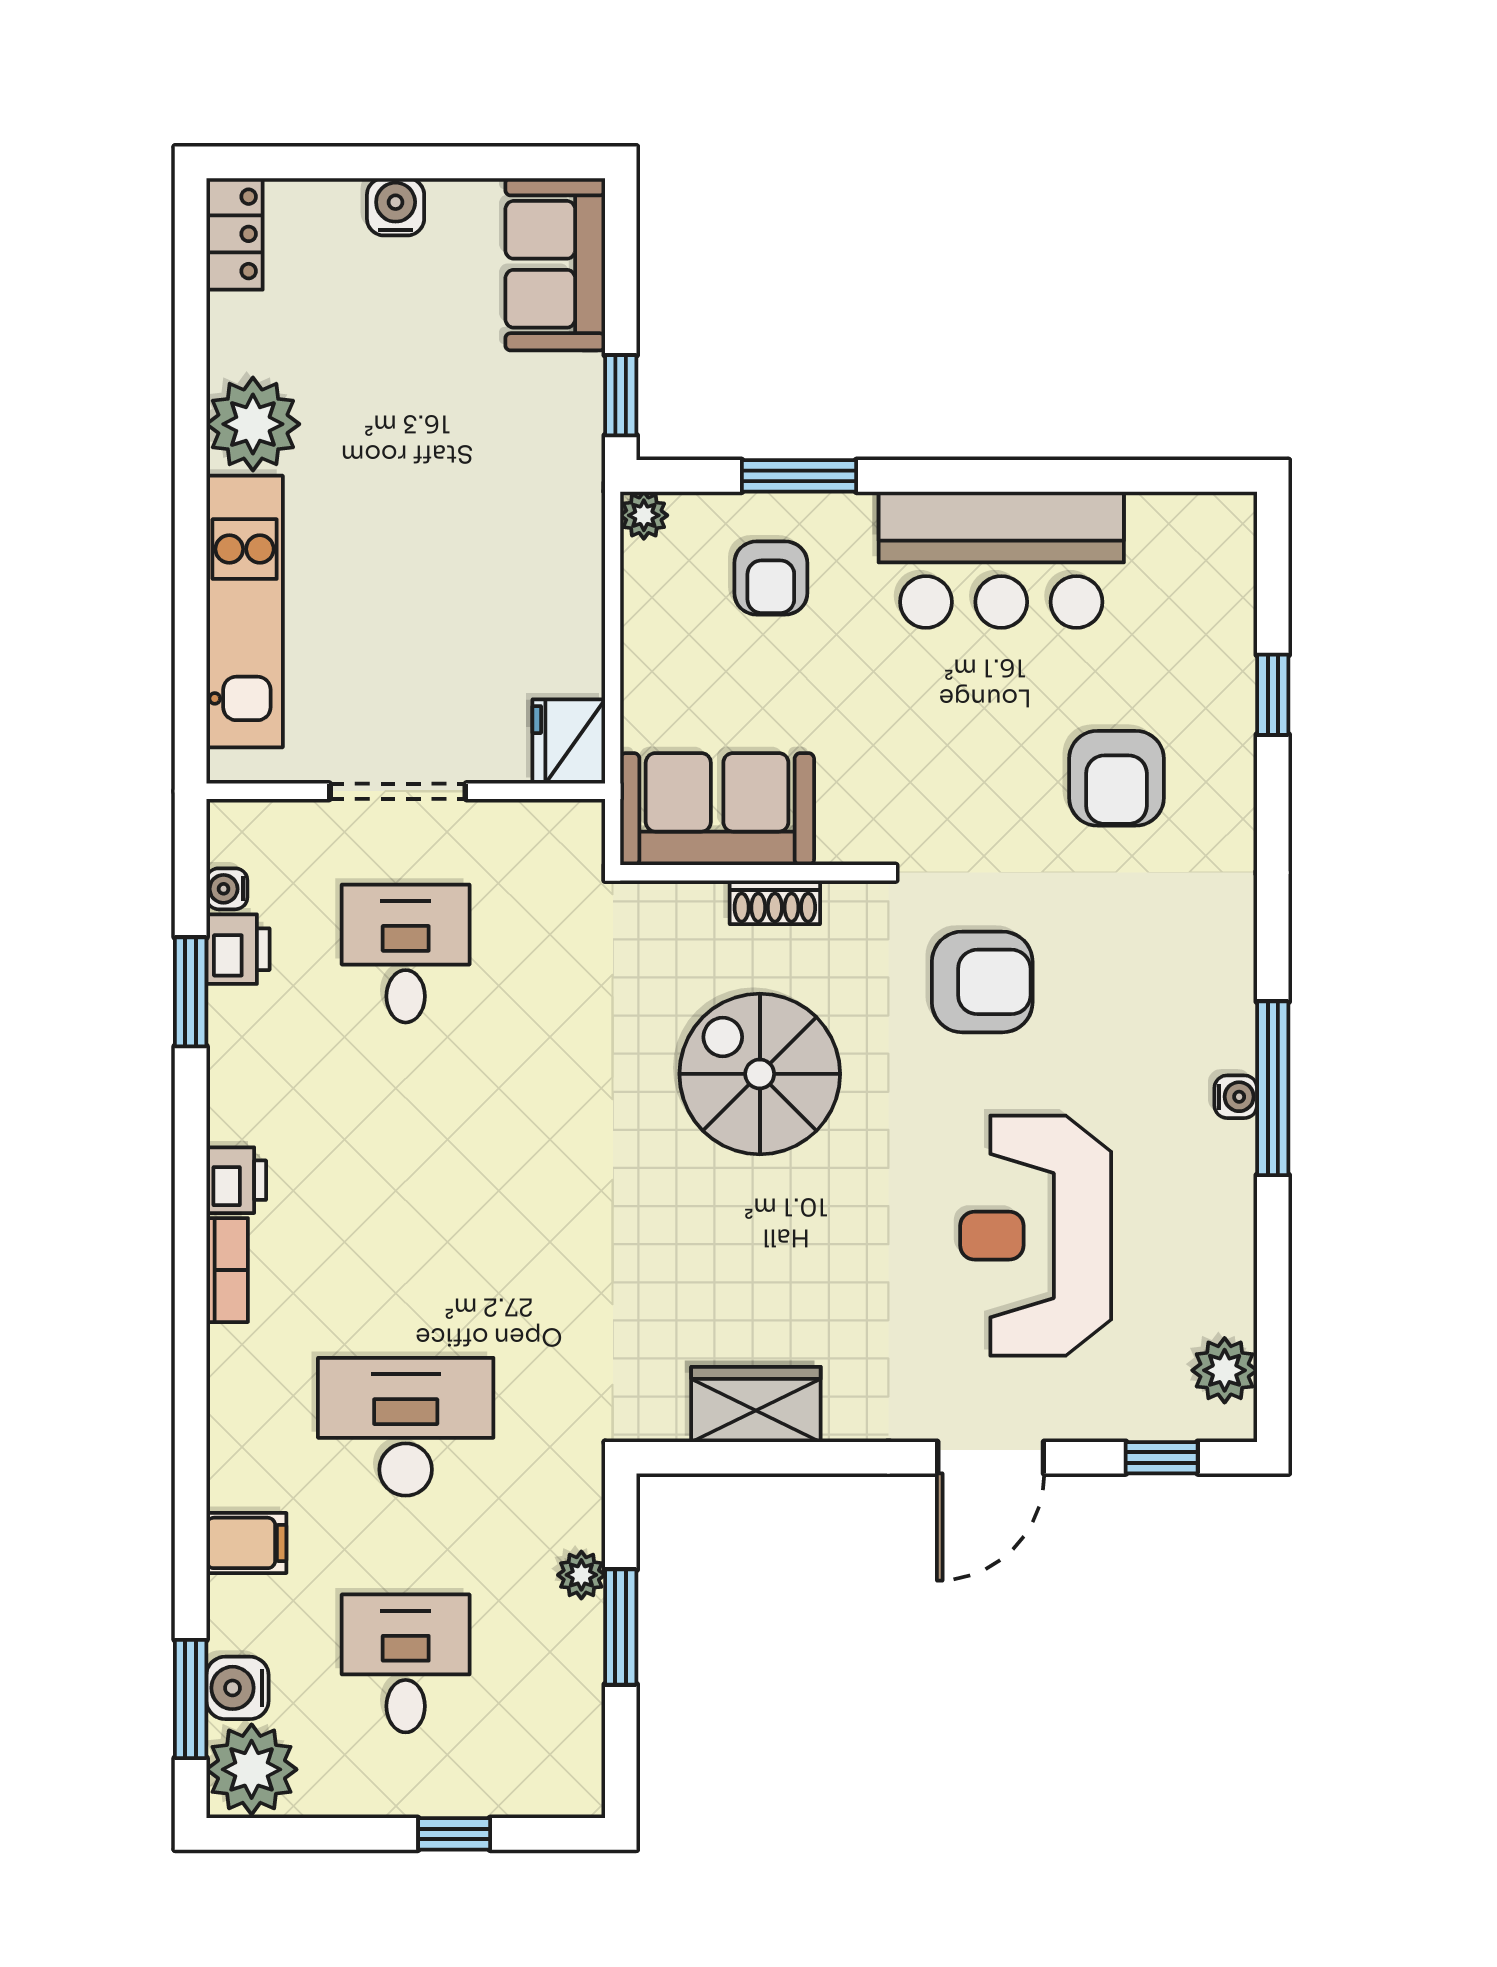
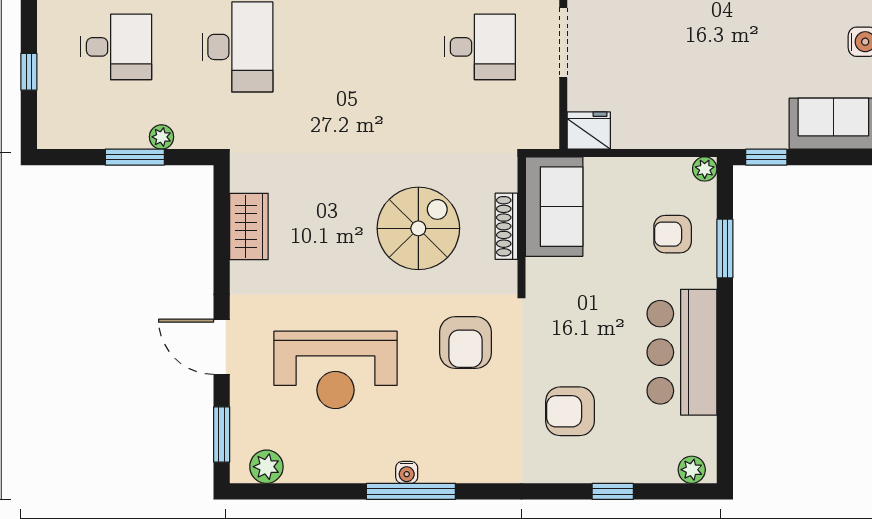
plant: (1230, 541) -> (692, 470), added
shoe rack: (775, 902) -> (506, 226), width x1.43
reception desk: (1036, 1236) -> (335, 370), turned 180
window: (1162, 1458) -> (222, 434), width x1.50

